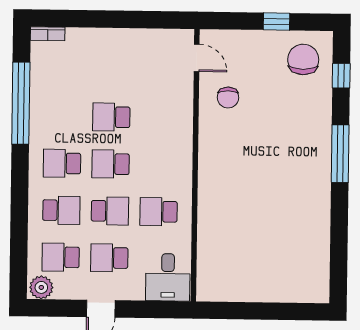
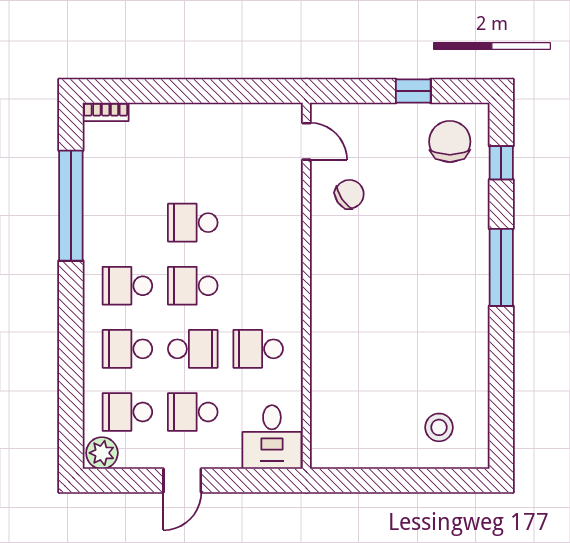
chair: (228, 98) -> (349, 194), turned -124
school desk: (61, 210) -> (127, 349), turned 180
stool: (292, 272) -> (439, 427), added

